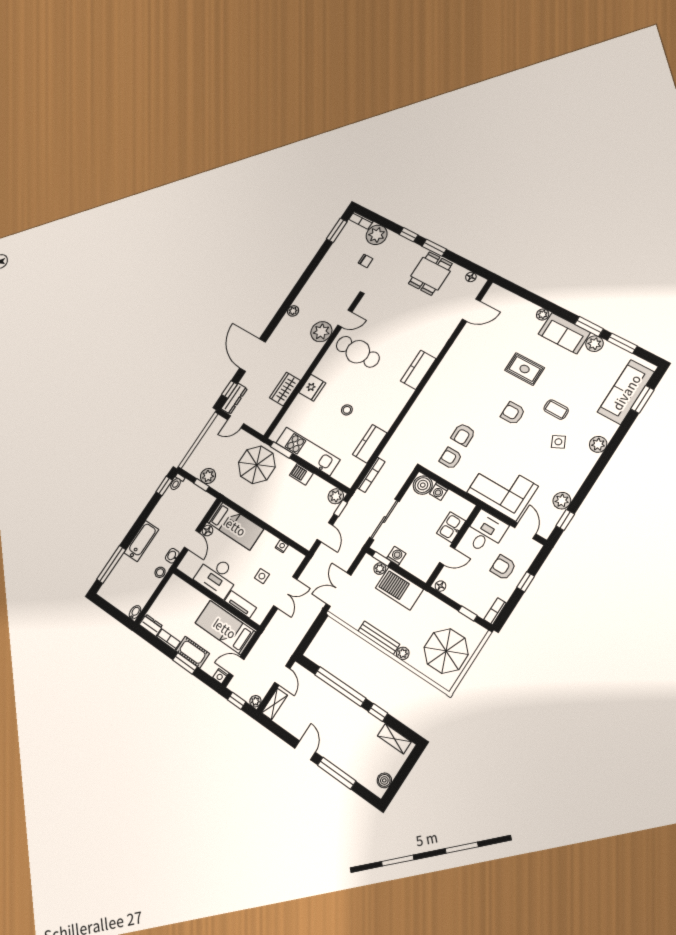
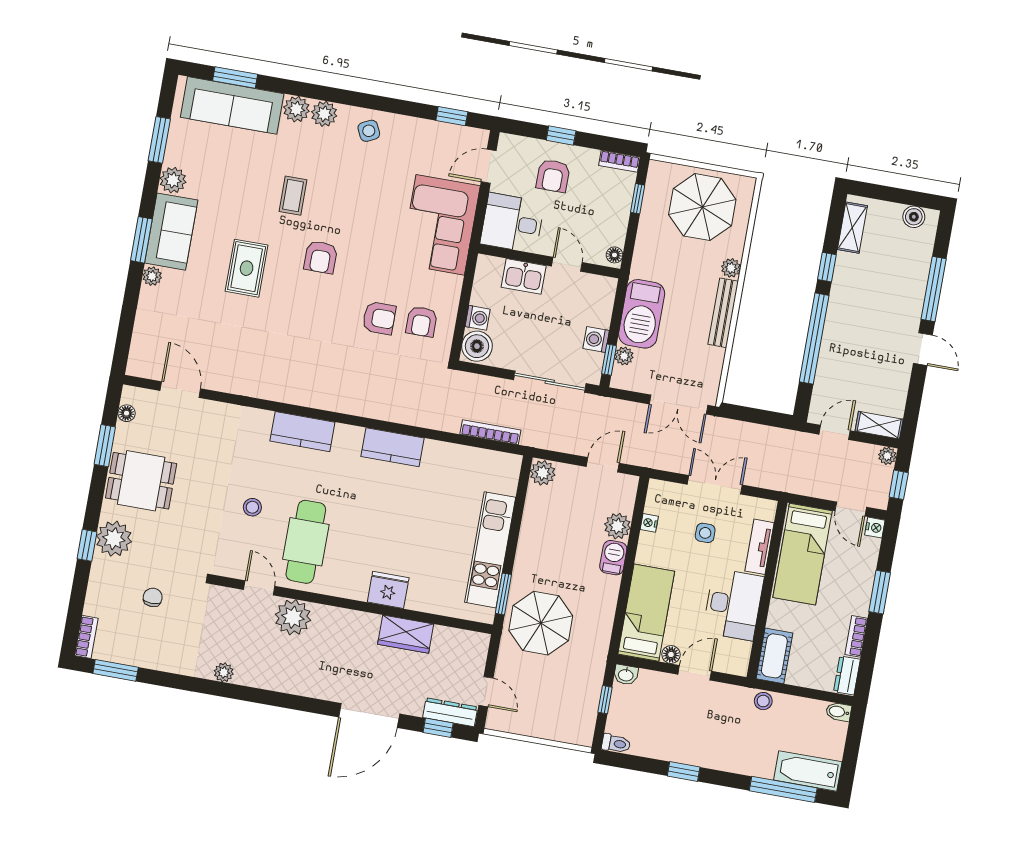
plant: (377, 235) -> (114, 539), moved
window: (434, 248) -> (105, 446), moved
plant: (293, 311) -> (224, 672), moved
window: (589, 326) -> (141, 240), moved
stool: (347, 410) -> (252, 507), moved
side table: (558, 442) -> (369, 131), moved
kitchen counter: (370, 444) -> (393, 447), moved
barbecue: (301, 474) -> (613, 558), moved, turned 180
plant: (208, 476) -> (617, 526), moved
window: (164, 486) -> (684, 772), moved
plant: (562, 501) -> (296, 109), moved
window: (341, 508) -> (558, 457), removed
bathtub: (141, 541) -> (808, 771), moved
washbasin: (172, 556) -> (626, 675), moved
cot: (193, 652) -> (774, 656), moved
door: (305, 750) -> (923, 349), swing flipped

